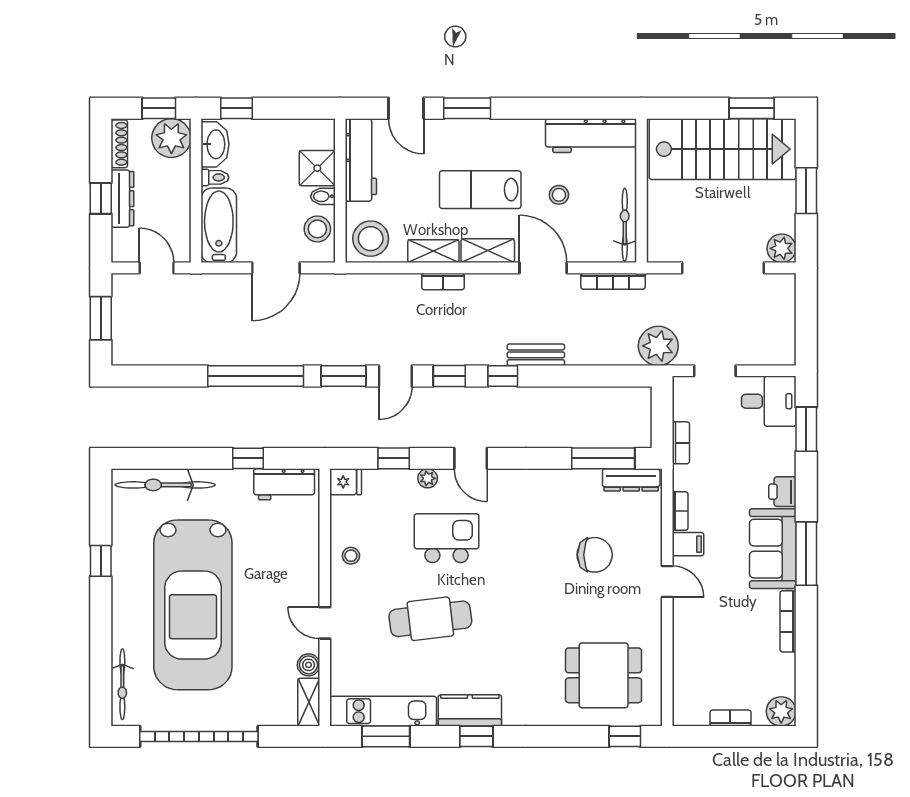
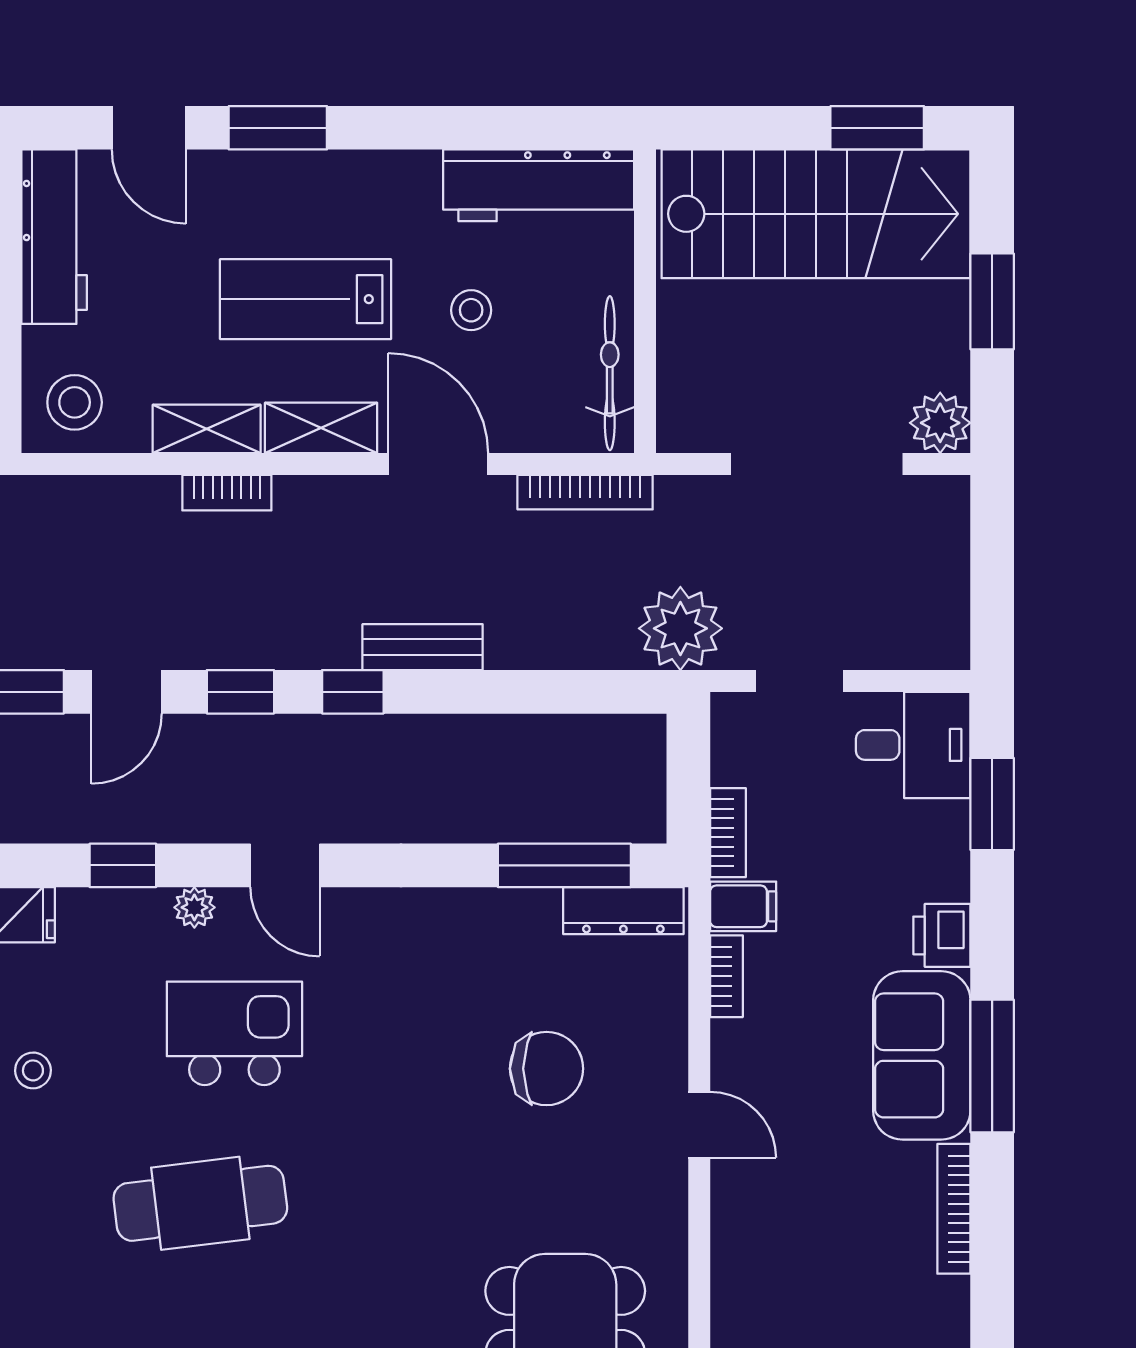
stool: (371, 239) -> (75, 402), width x0.73, depth x0.73
filing cabinet: (688, 544) -> (743, 906), moved

